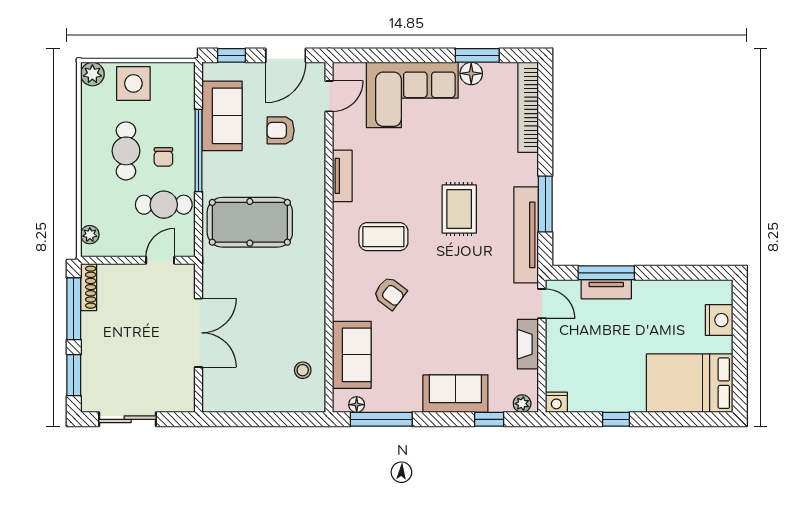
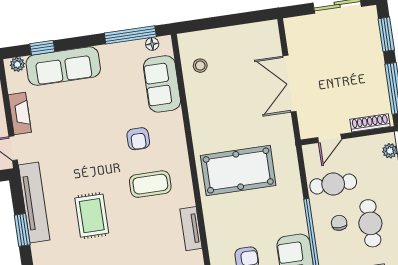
window: (545, 204) -> (22, 230), width x0.69
pool table: (250, 222) -> (238, 170), moved
shoe rack: (89, 287) -> (370, 123), moved, turned 90
armchair: (390, 293) -> (138, 139), turned -127
sofa: (455, 394) -> (63, 66), width x1.36

